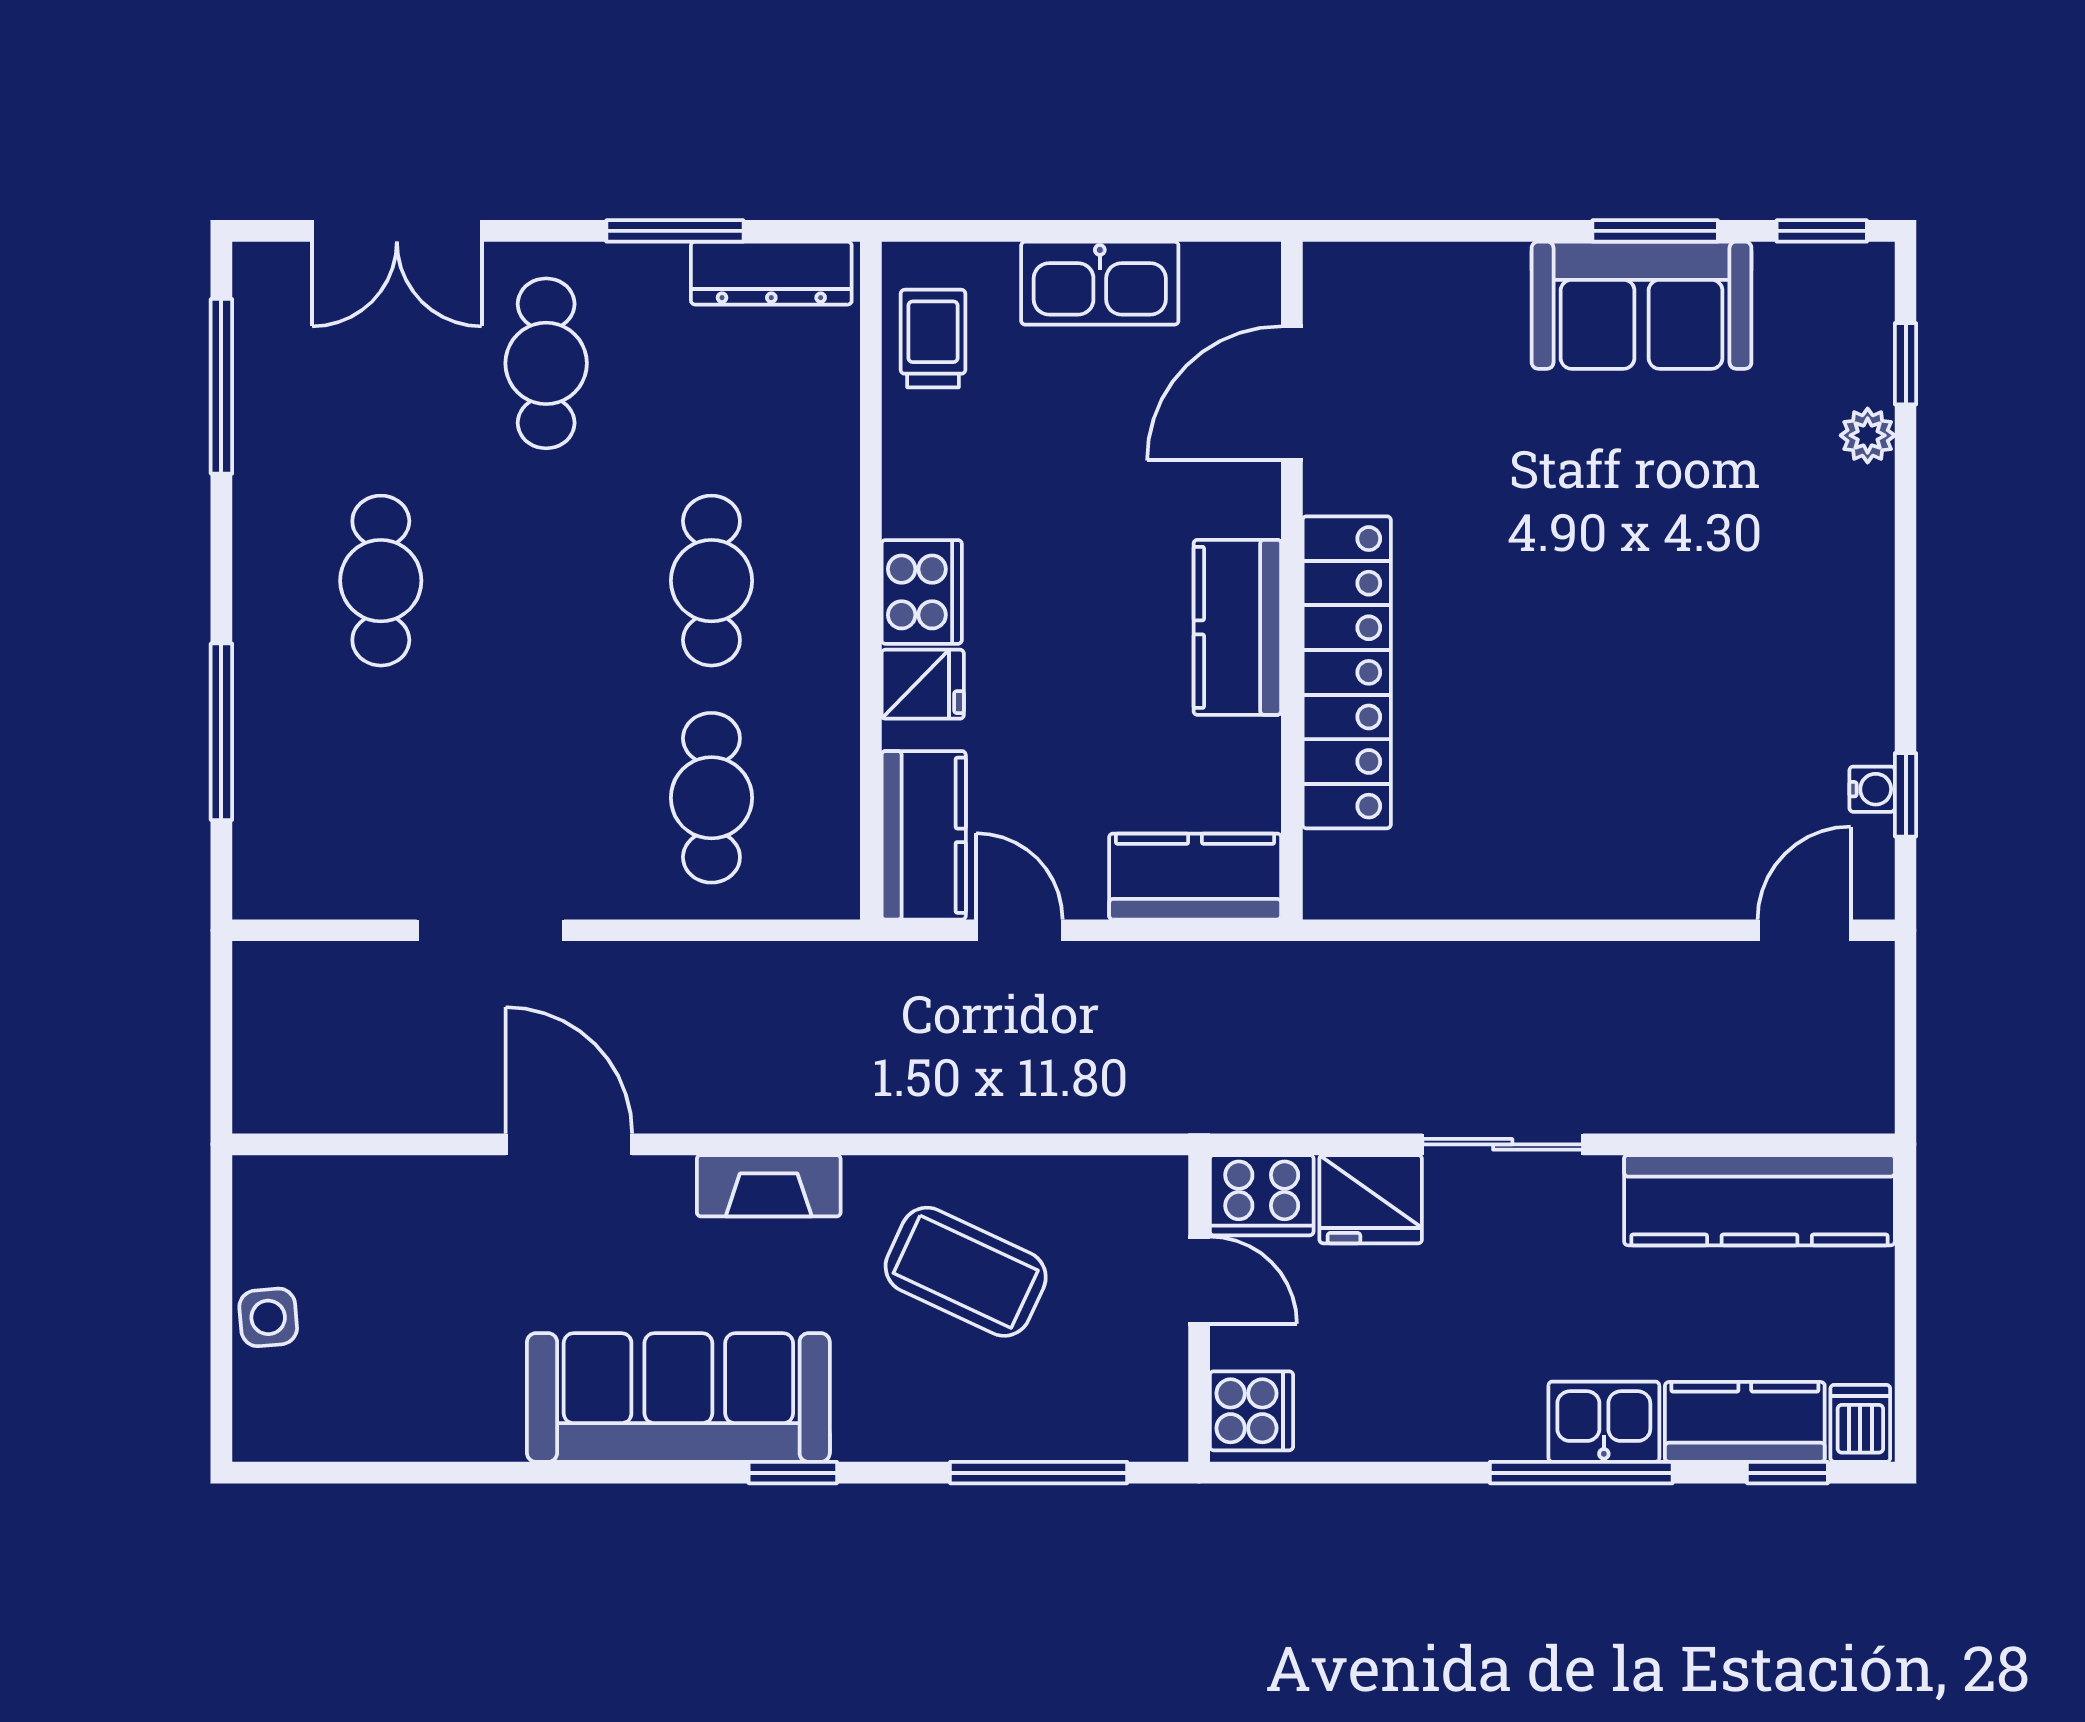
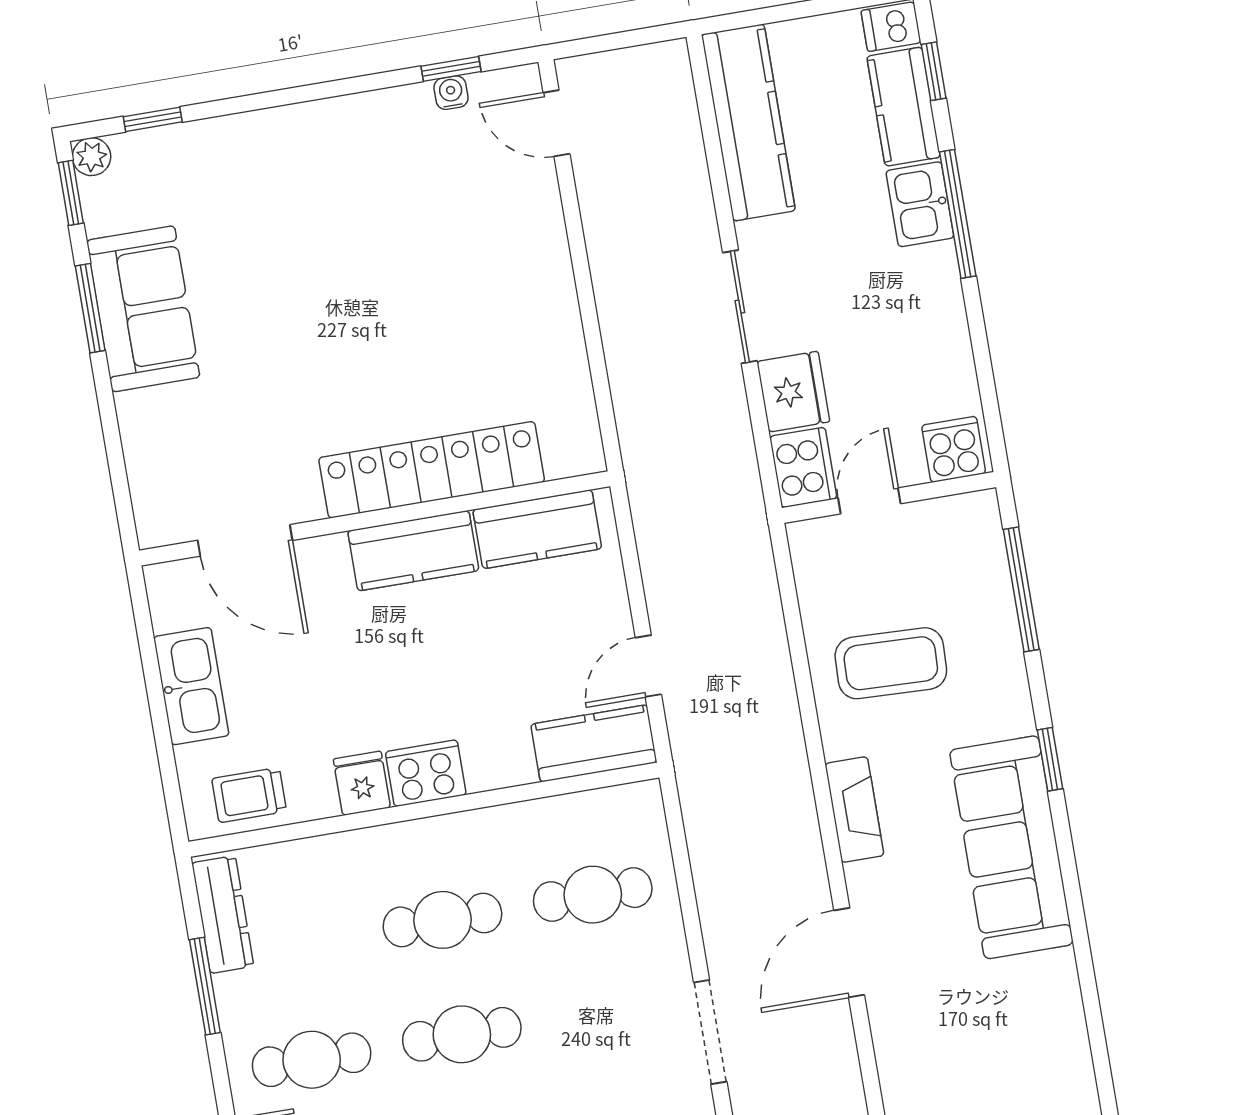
plant: (1868, 435) -> (92, 157), moved
cafe table: (546, 581) -> (462, 1034), added
fridge: (923, 684) -> (362, 783), moved
kitchen counter: (1195, 877) -> (537, 529), moved, turned -90
coffee table: (966, 1272) -> (891, 663), turned 67

